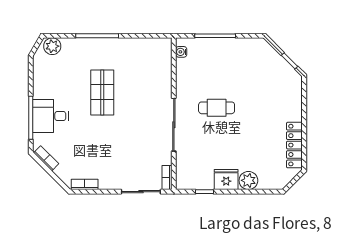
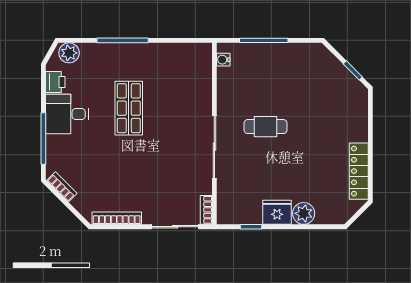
printer: (41, 71) -> (55, 82), added
desk: (51, 116) -> (67, 114), moved
bookcase: (85, 184) -> (117, 218), width x1.56

